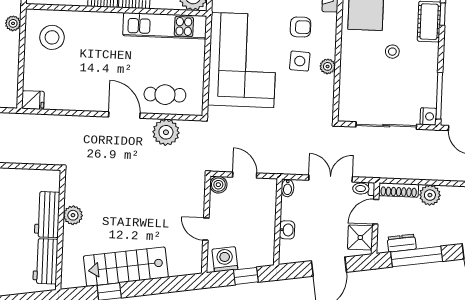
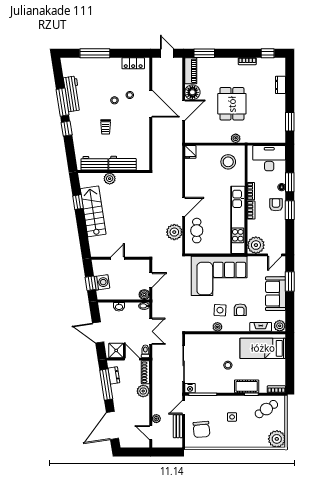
kitchen unit: (165, 26) -> (238, 220), width x1.36
boiler: (218, 185) -> (144, 295), moved
plant: (73, 215) -> (110, 179), moved
washing machine: (225, 259) -> (102, 282), moved

